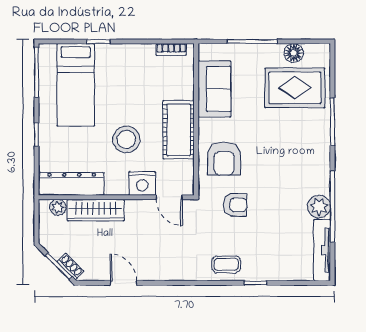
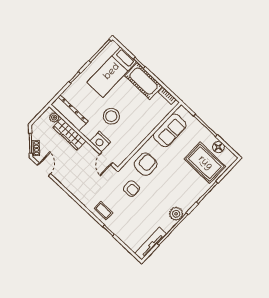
cot: (179, 130) -> (144, 81), moved, turned 90
armchair: (224, 159) -> (146, 164), turned 180
plant: (319, 207) -> (176, 214), moved
door: (124, 283) -> (44, 169), moved

